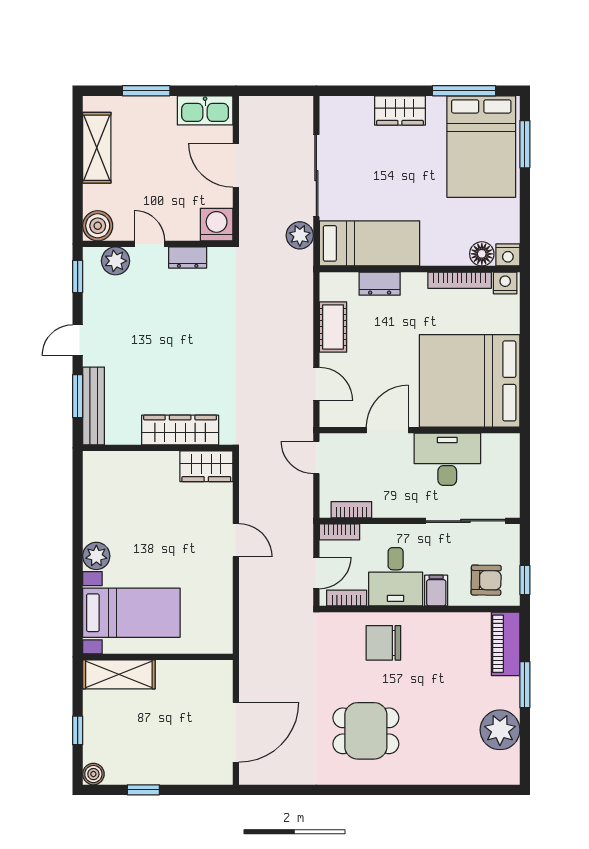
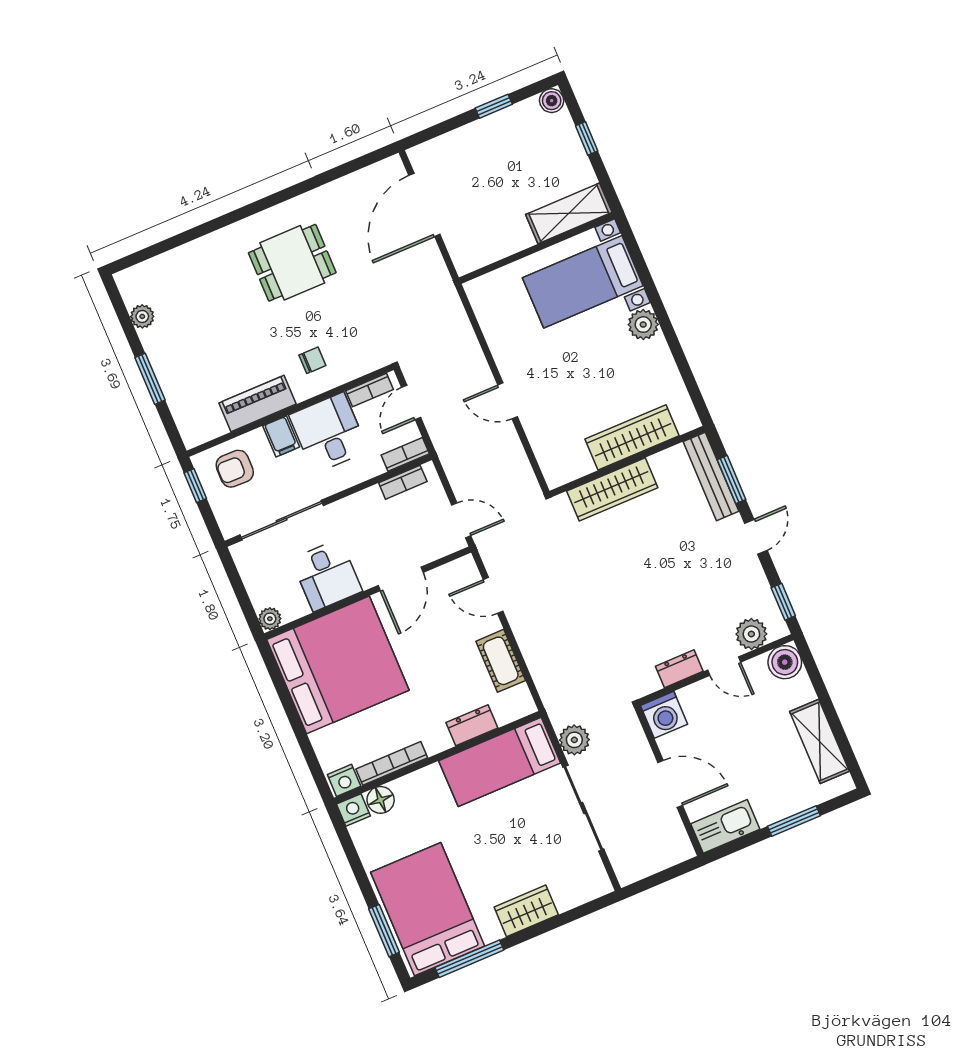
plant: (510, 443) -> (270, 619), added
desk: (447, 459) -> (327, 575), width x0.73
wardrobe: (206, 466) -> (632, 437), moved, width x1.50
chair: (383, 643) -> (312, 360), width x0.54, depth x0.54
piano: (506, 644) -> (258, 403), moved, turned -90
plant: (500, 730) -> (142, 316), width x0.53, depth x0.53

